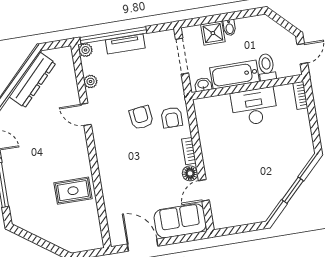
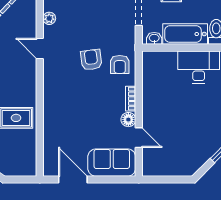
door: (204, 190) -> (139, 138), swing flipped

